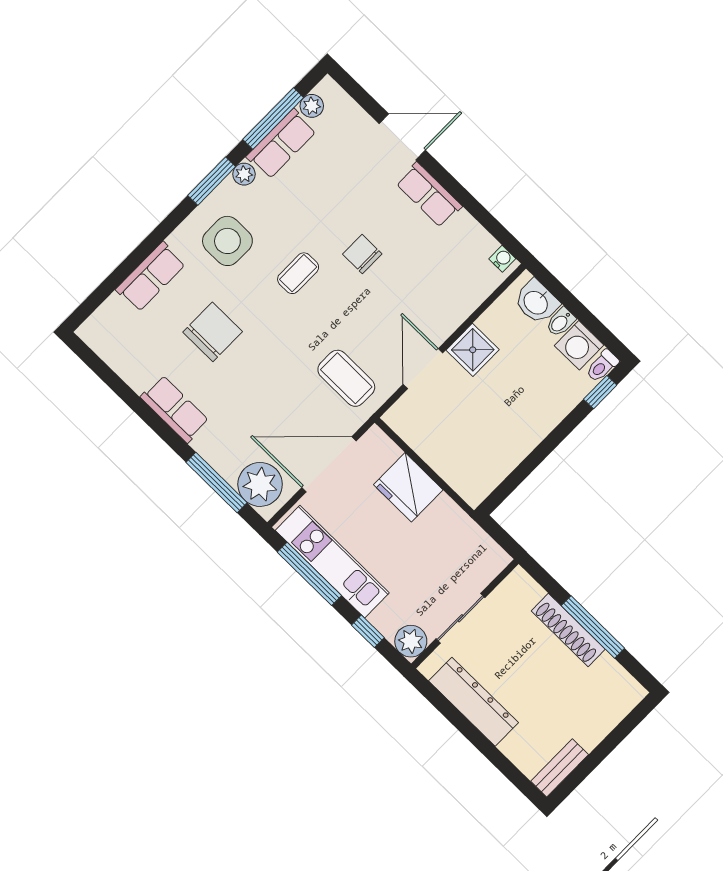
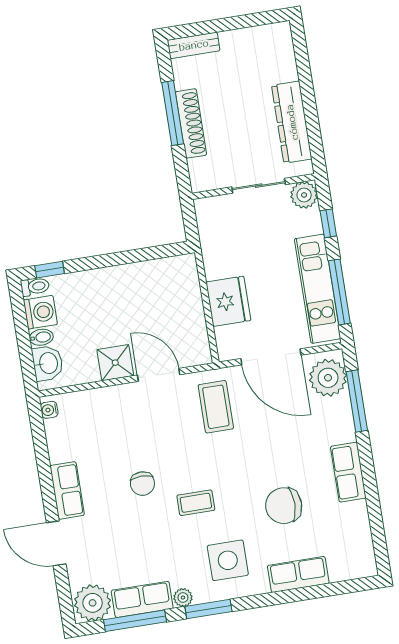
plant: (312, 106) -> (93, 603), width x1.87, depth x1.87
door: (423, 369) -> (159, 375), swing flipped
bench: (560, 768) -> (194, 45), moved

